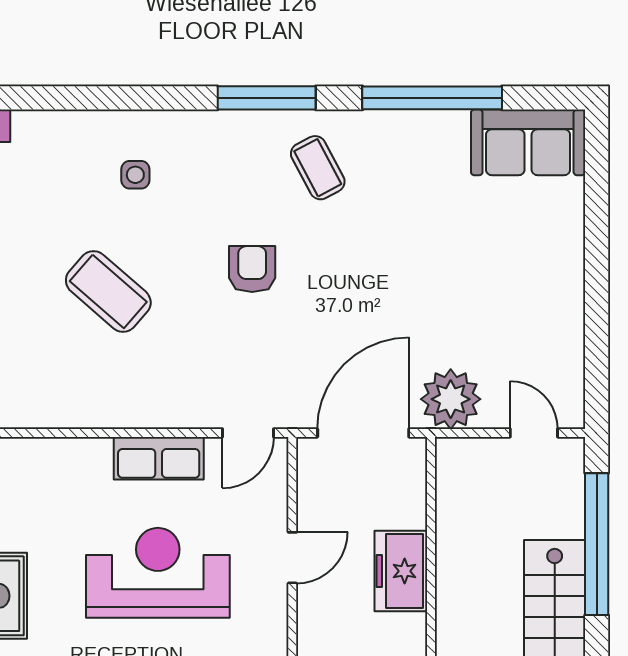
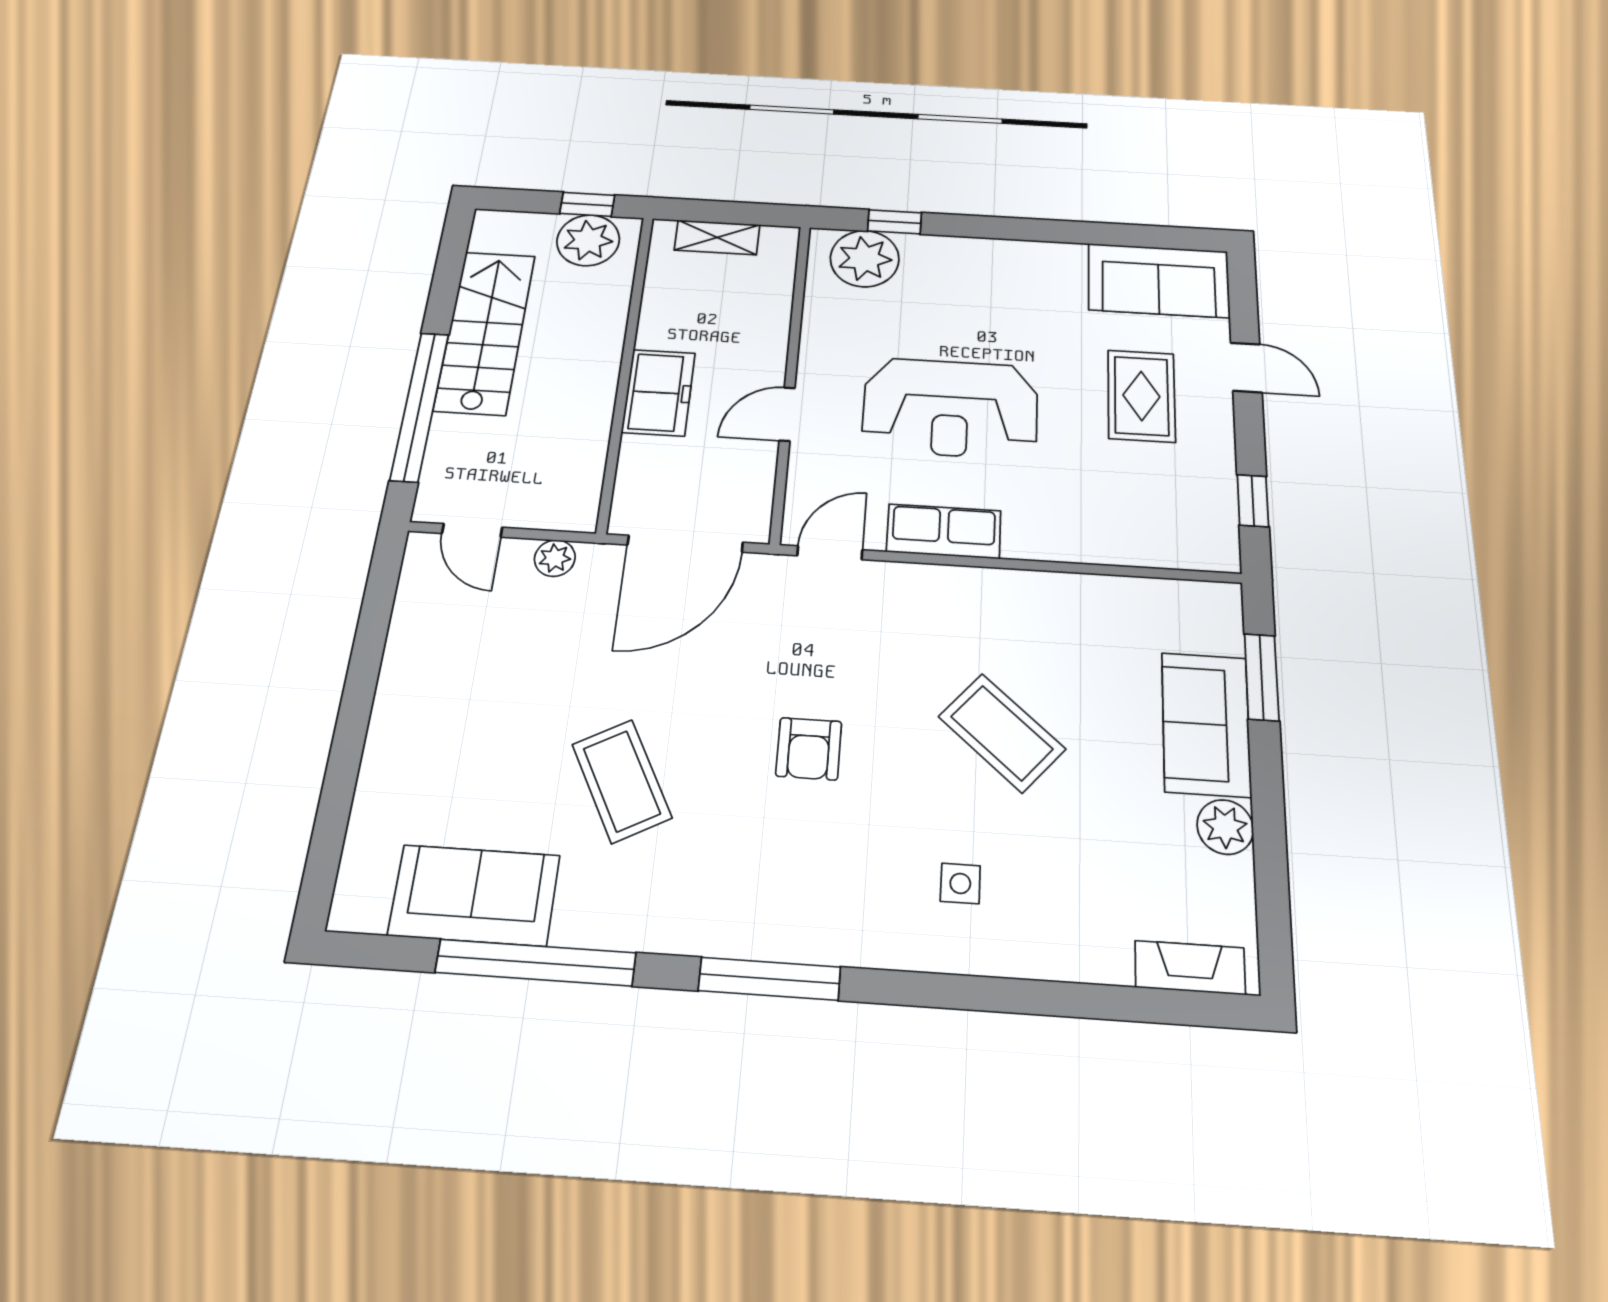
sofa: (528, 142) -> (474, 895), moved
coffee table: (318, 168) -> (622, 781), moved, width x1.36, depth x1.30
plant: (451, 399) -> (555, 558), width x0.53, depth x0.53

